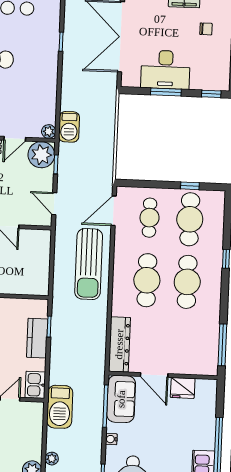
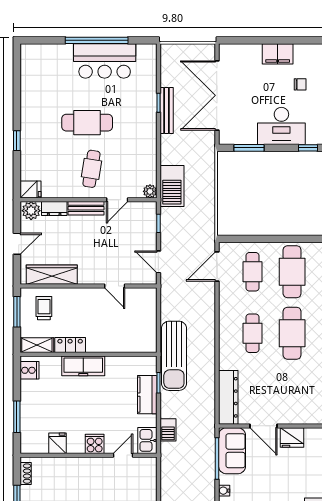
bench: (69, 50) -> (167, 110), added
desk: (165, 70) -> (281, 126), moved
window: (166, 92) -> (249, 148), moved
barbecue: (69, 127) -> (172, 186), width x1.37, depth x1.21
plant: (41, 155) -> (144, 214), removed
window: (190, 186) -> (291, 239), removed
sun lounger: (89, 264) -> (174, 356), moved
cafe table: (147, 280) -> (253, 333), width x0.73, depth x0.74
barbecue: (60, 407) -> (168, 430), moved, width x0.53, depth x0.65

